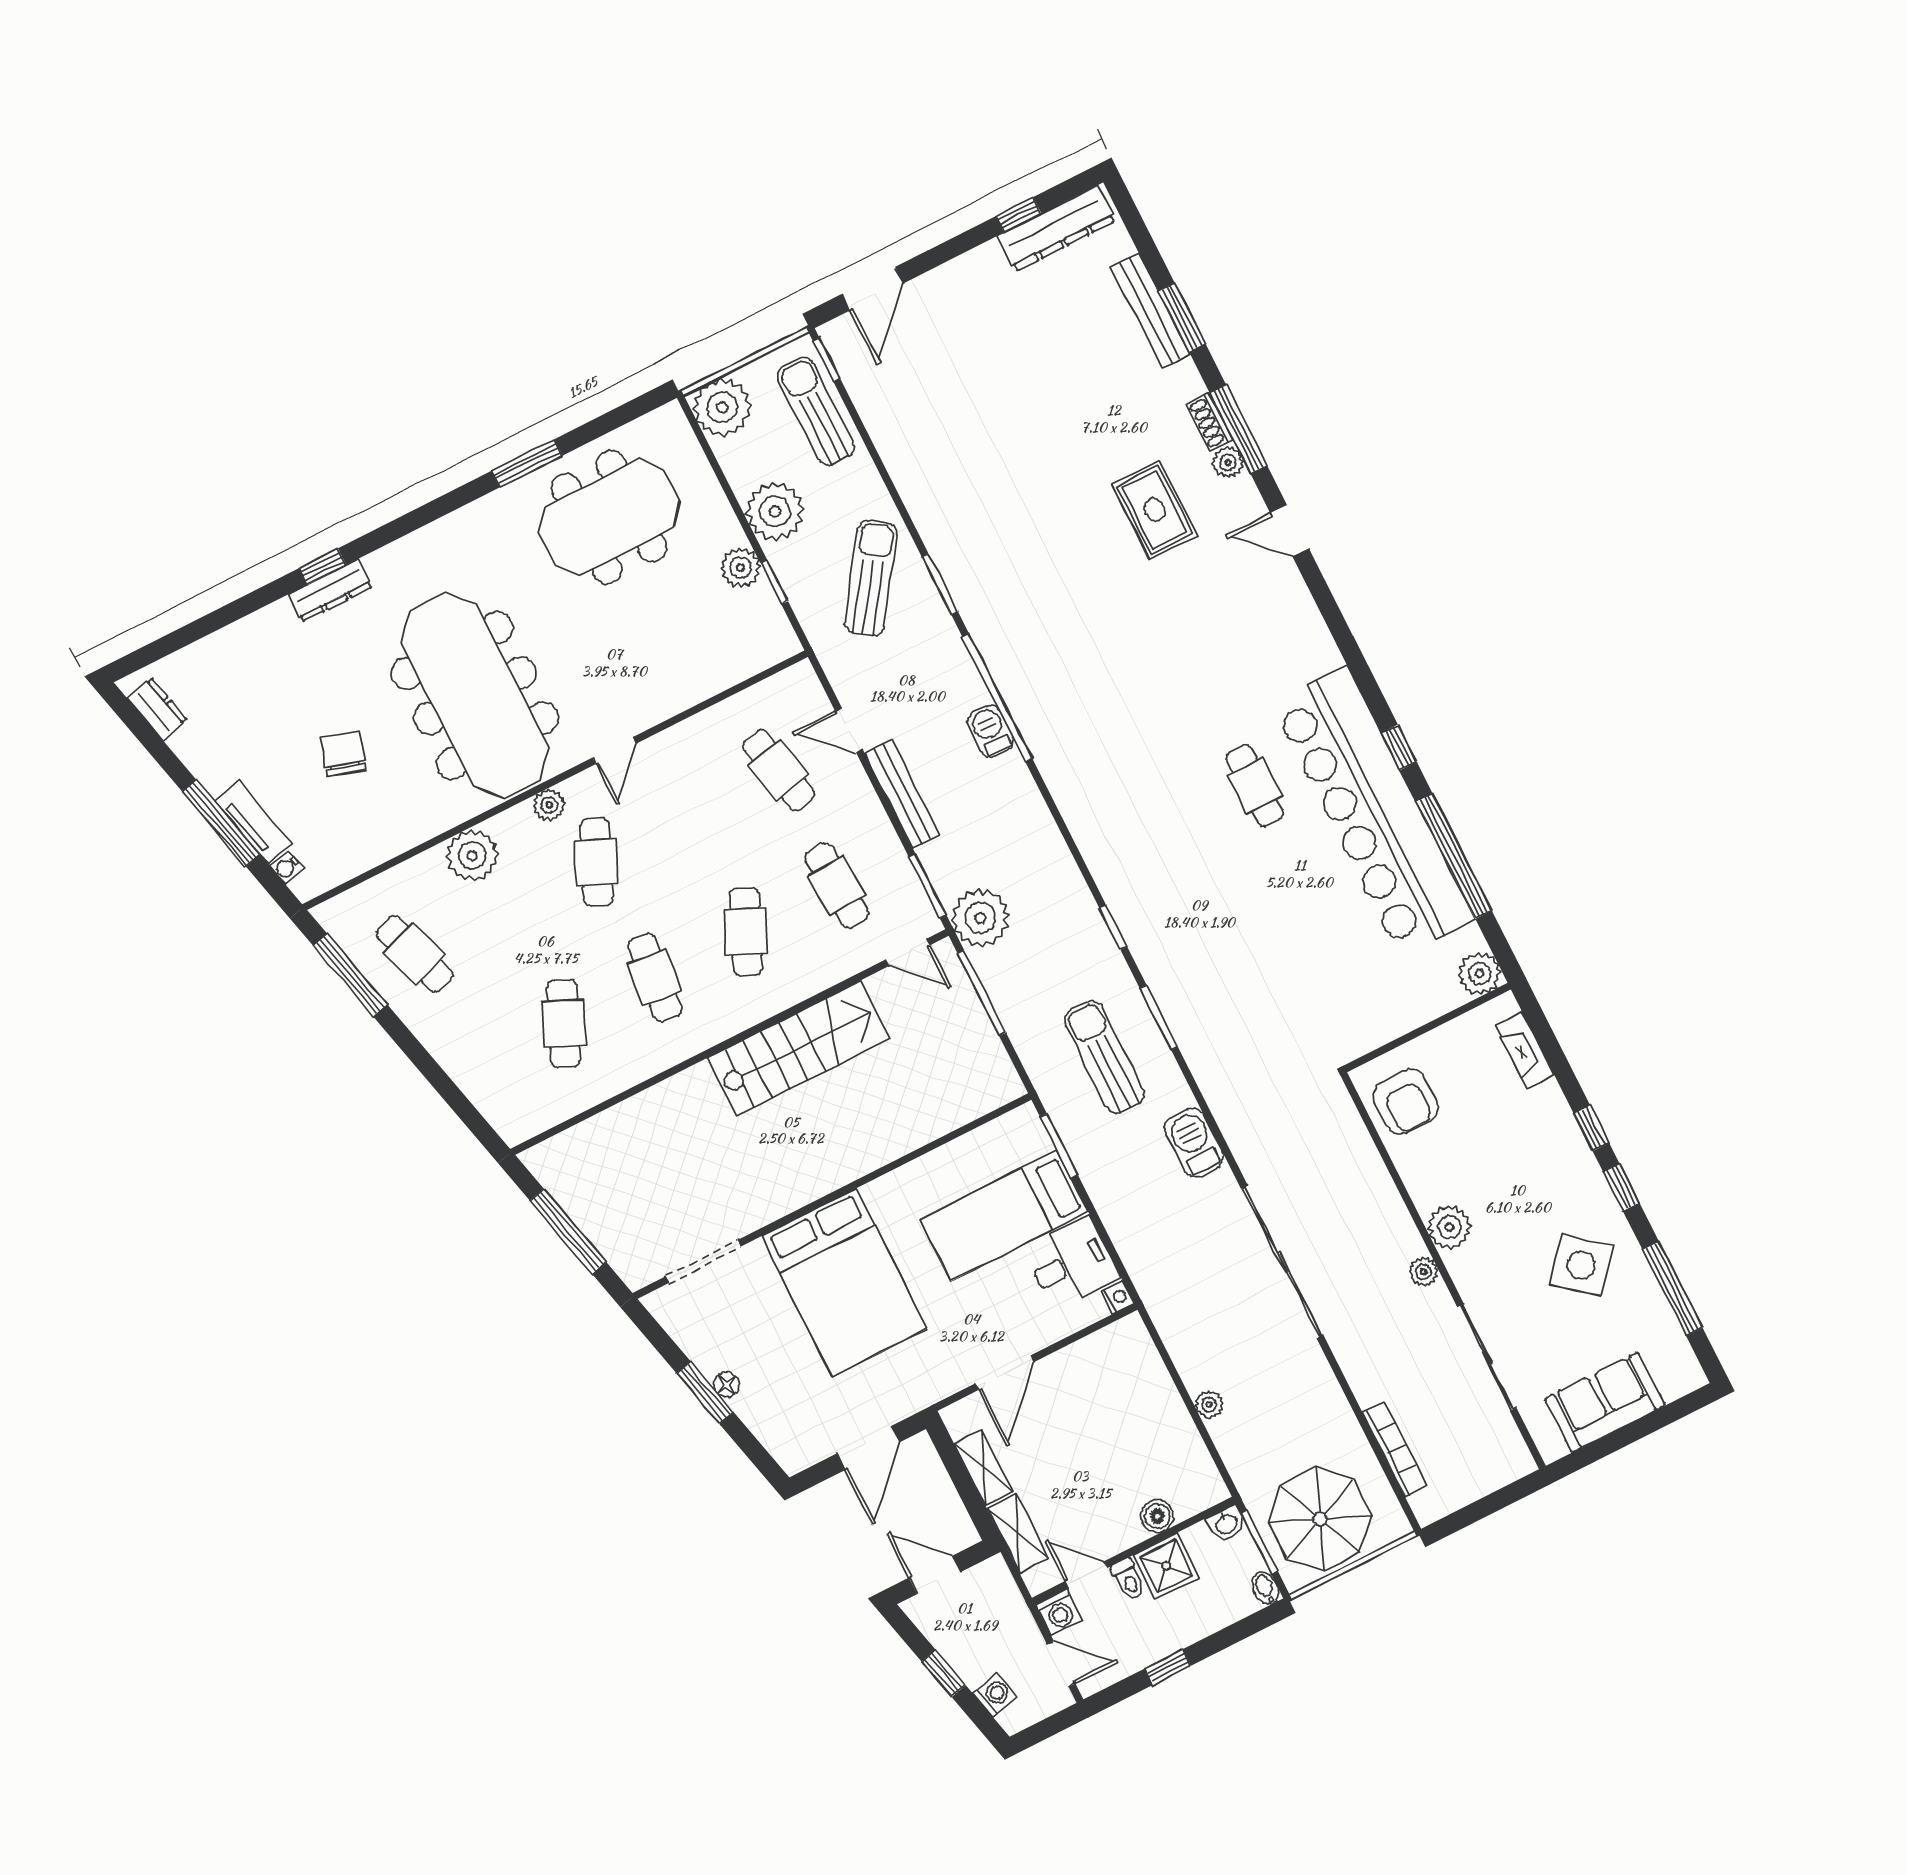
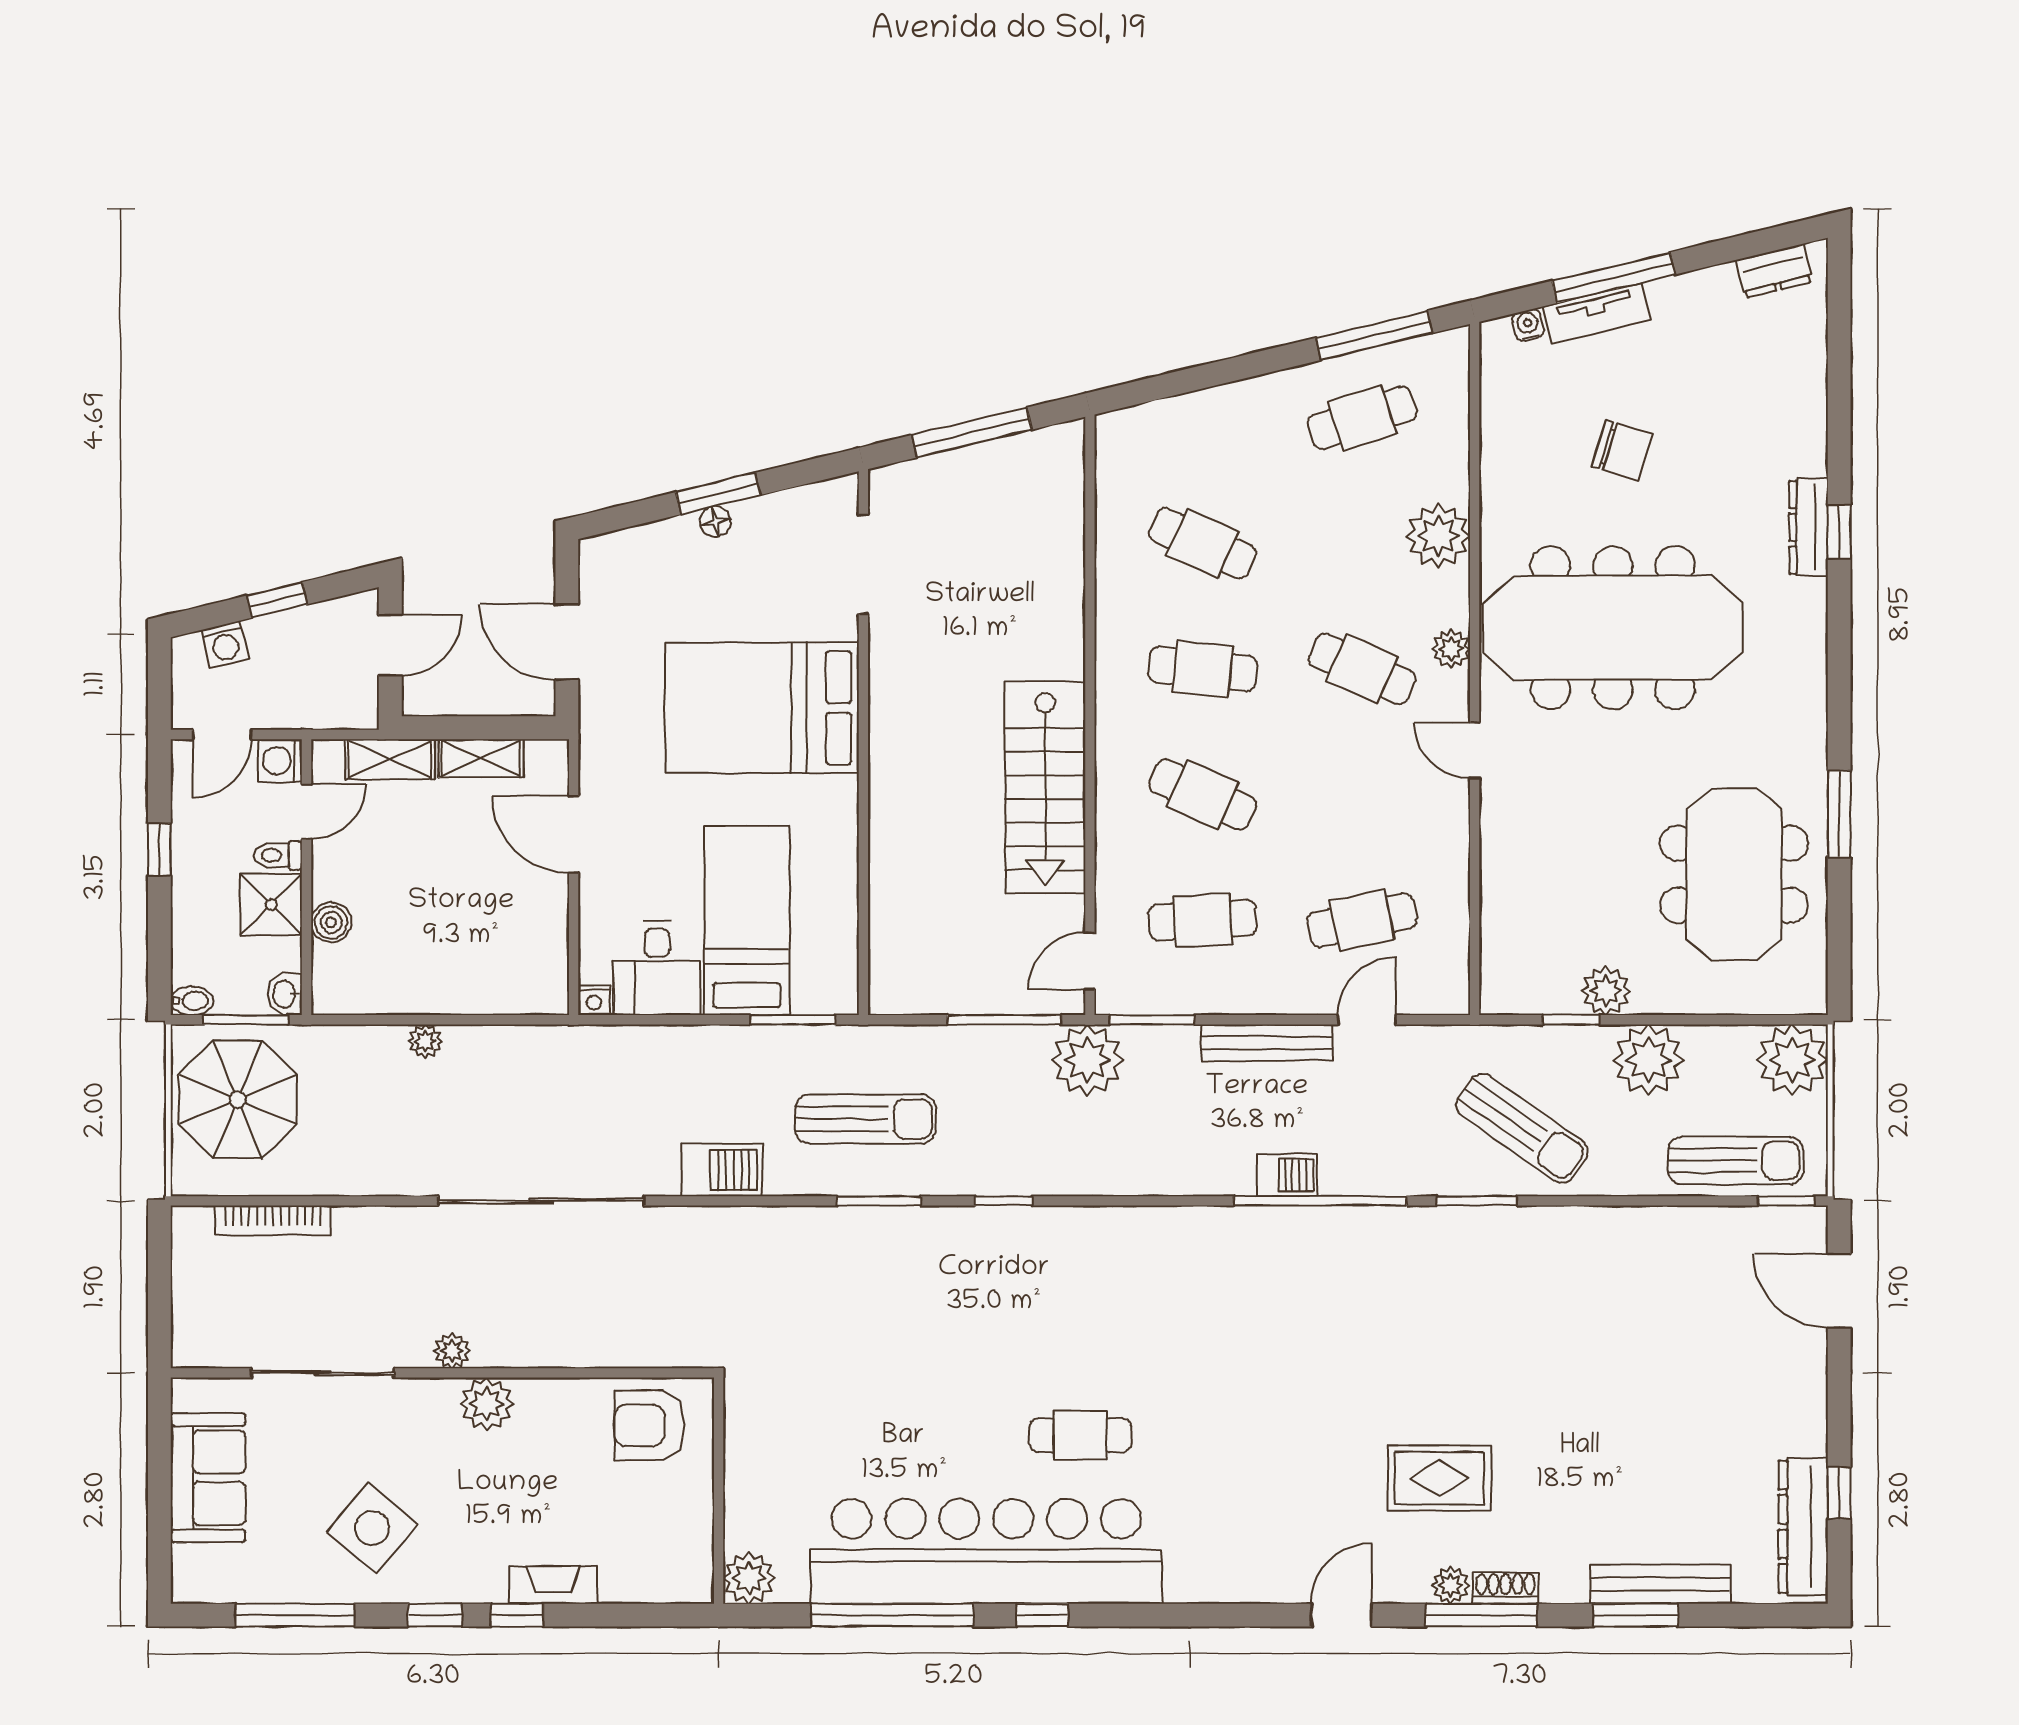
fireplace: (1525, 1050) -> (553, 1585), moved

